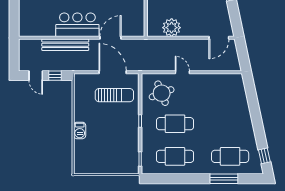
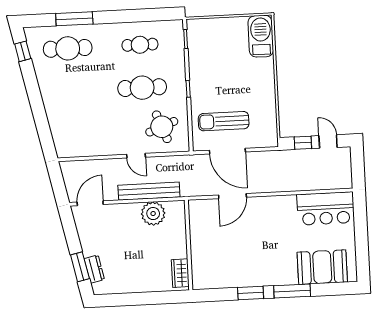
bar counter: (77, 25) -> (326, 208), moved
bench: (65, 45) -> (149, 191), moved
barbecue: (80, 130) -> (261, 36), moved, width x1.88, depth x1.53
cafe table: (175, 156) -> (140, 45), width x0.73, depth x0.74

